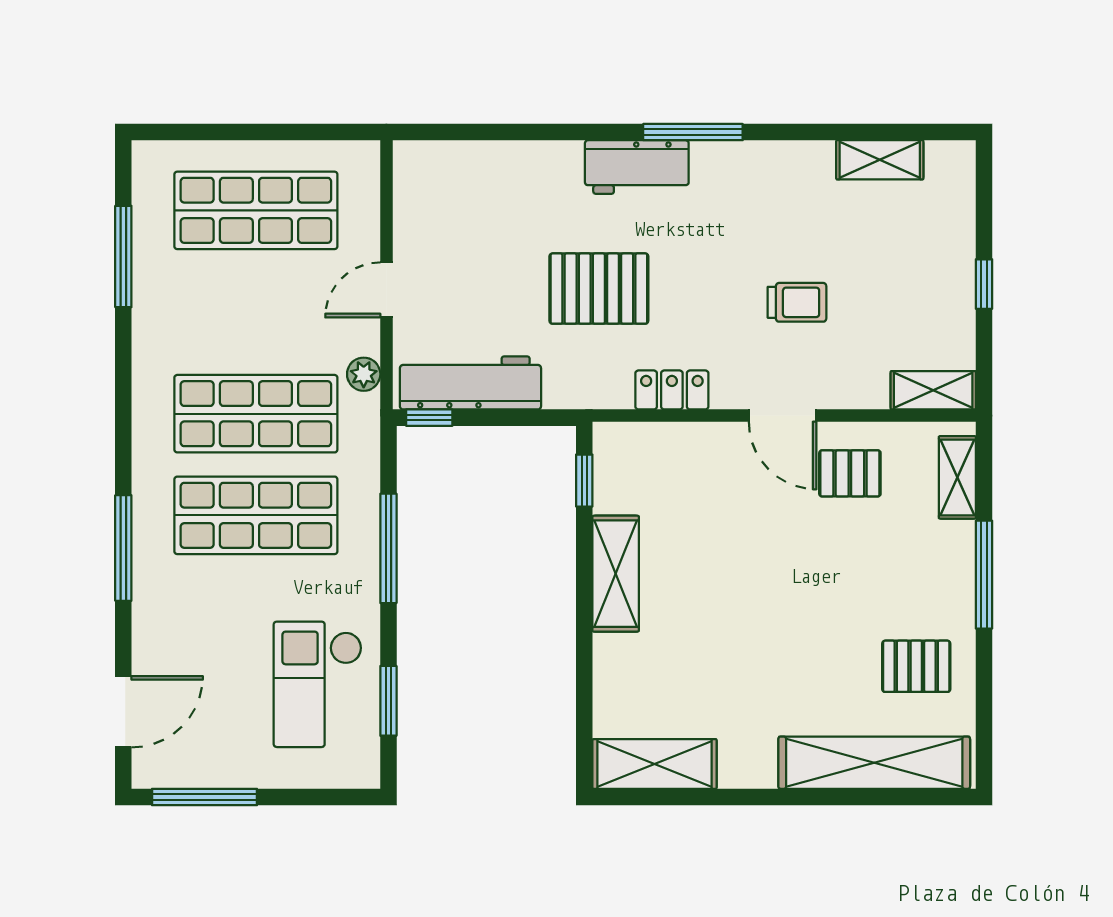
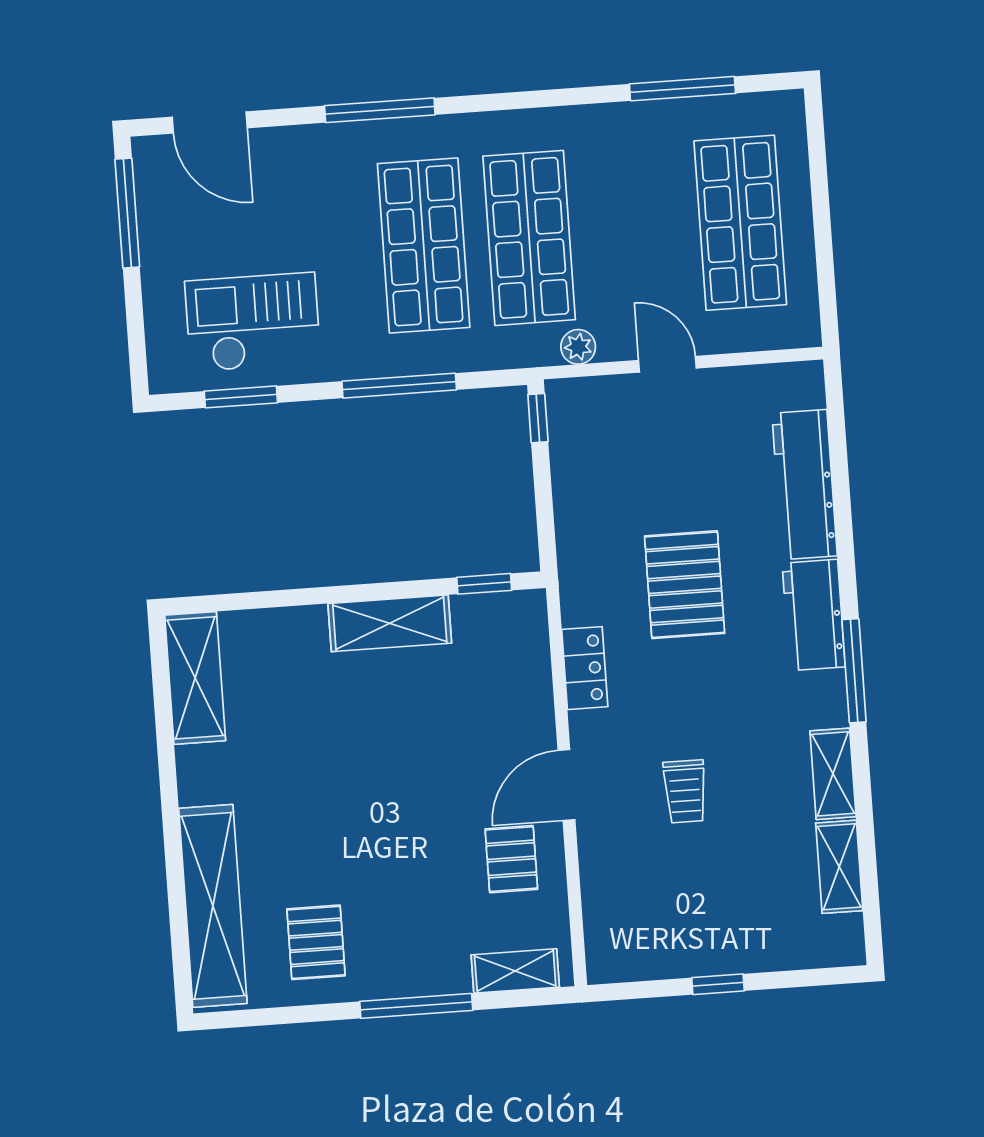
workbench: (470, 383) -> (805, 485), moved, turned 180
shelving: (933, 390) -> (833, 774), moved

